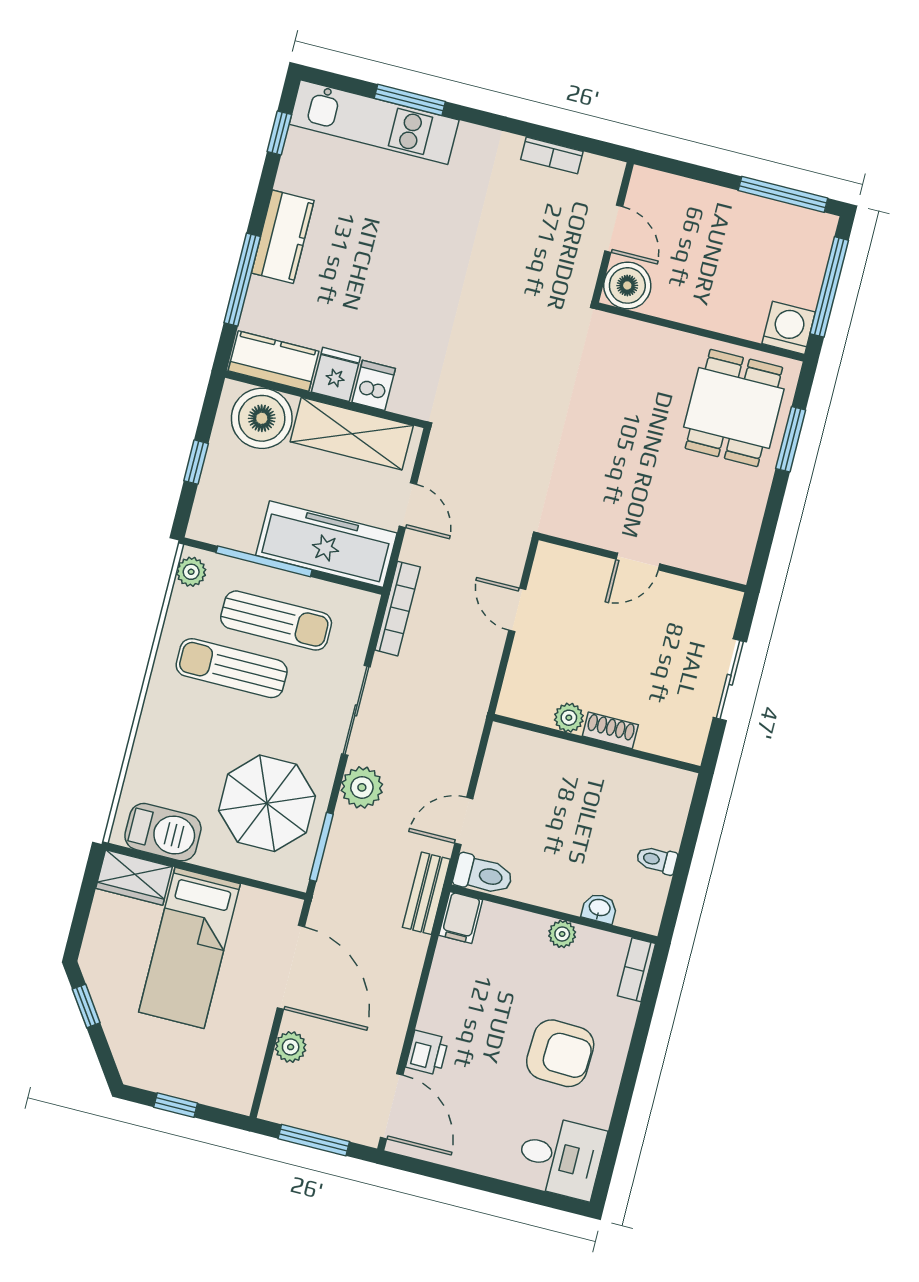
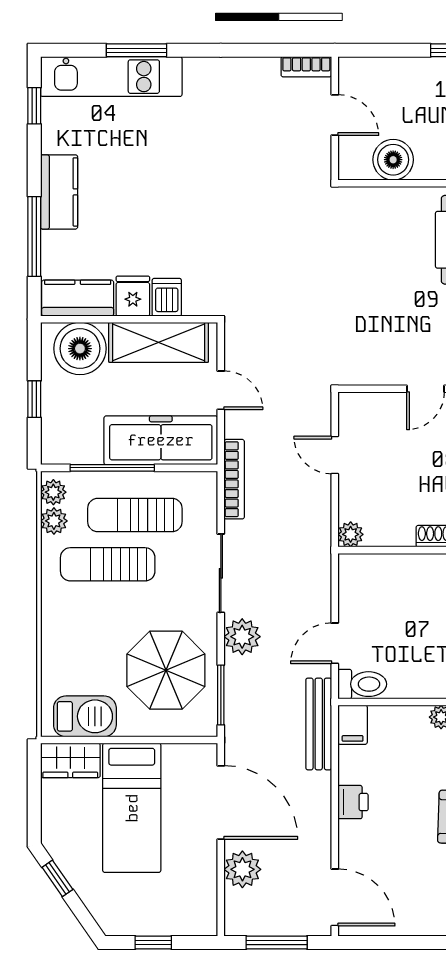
bookcase: (552, 155) -> (306, 67), moved
boiler: (627, 285) -> (393, 160), moved
plant: (184, 604) -> (54, 521), added
sun lounger: (276, 621) -> (135, 515), turned 180
plant: (569, 718) -> (351, 534), moved
bench: (426, 893) -> (319, 724), width x1.36
plant: (291, 1047) -> (242, 869), width x1.38, depth x1.38
printer: (427, 1053) -> (353, 802), moved

